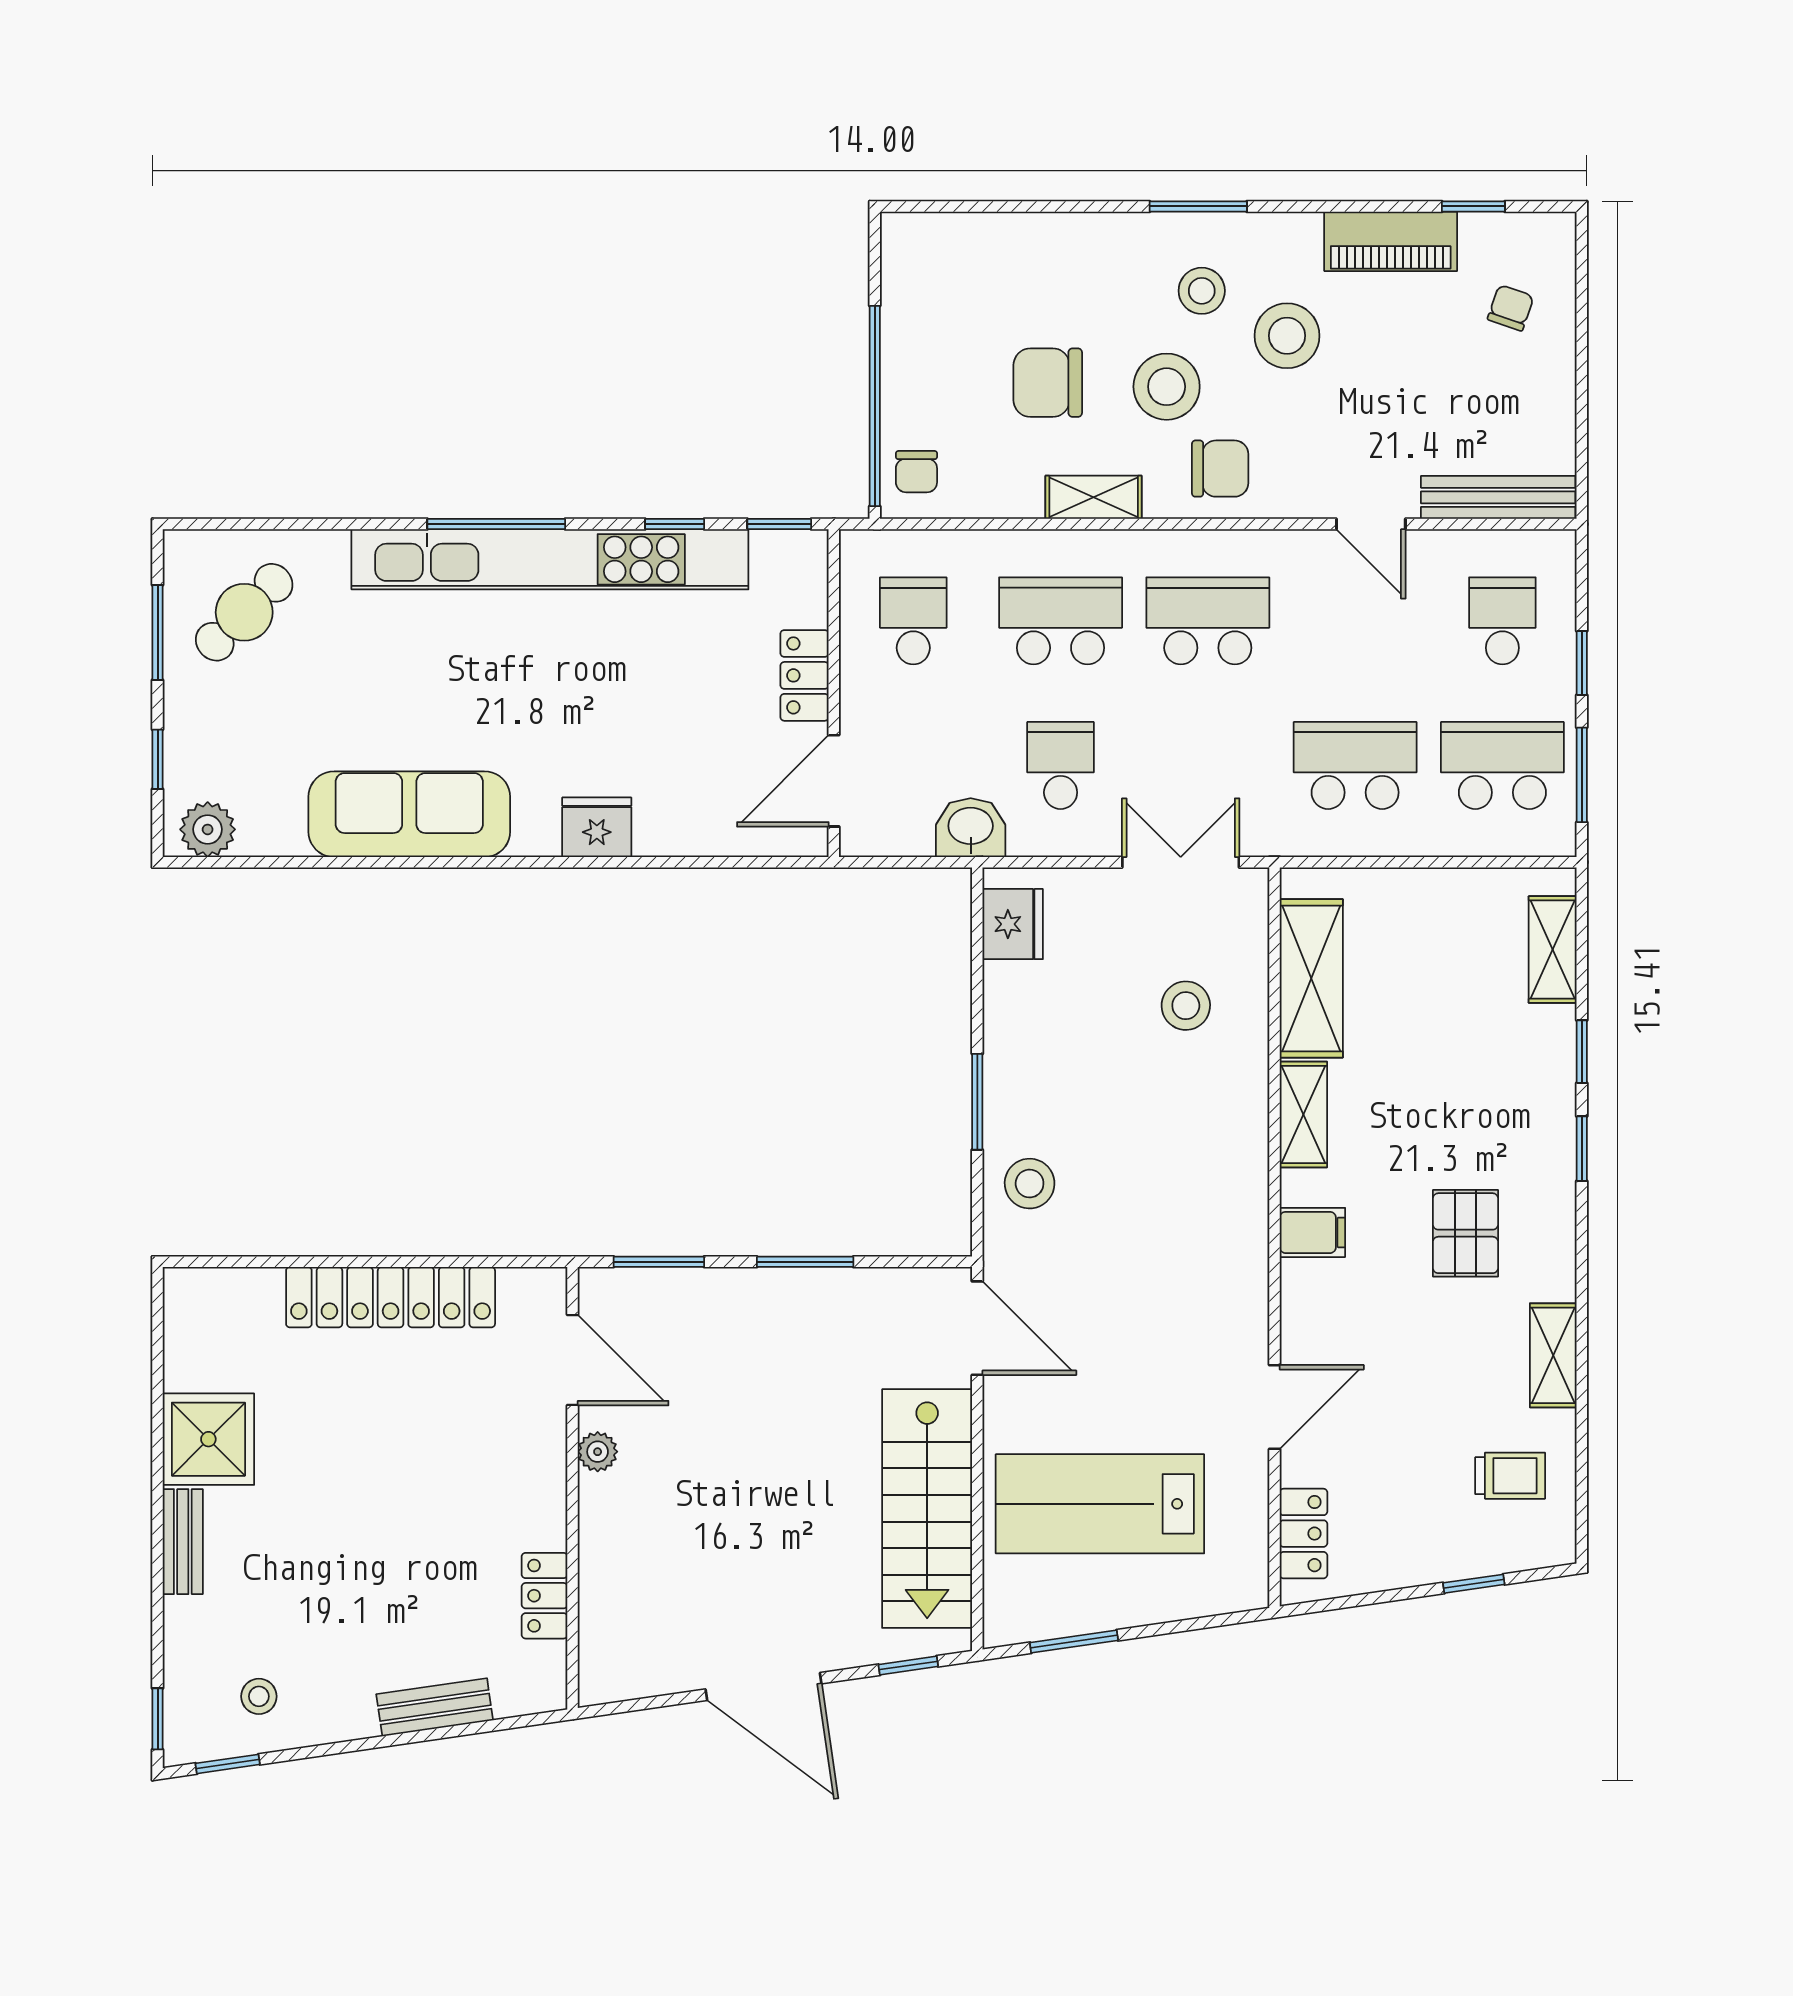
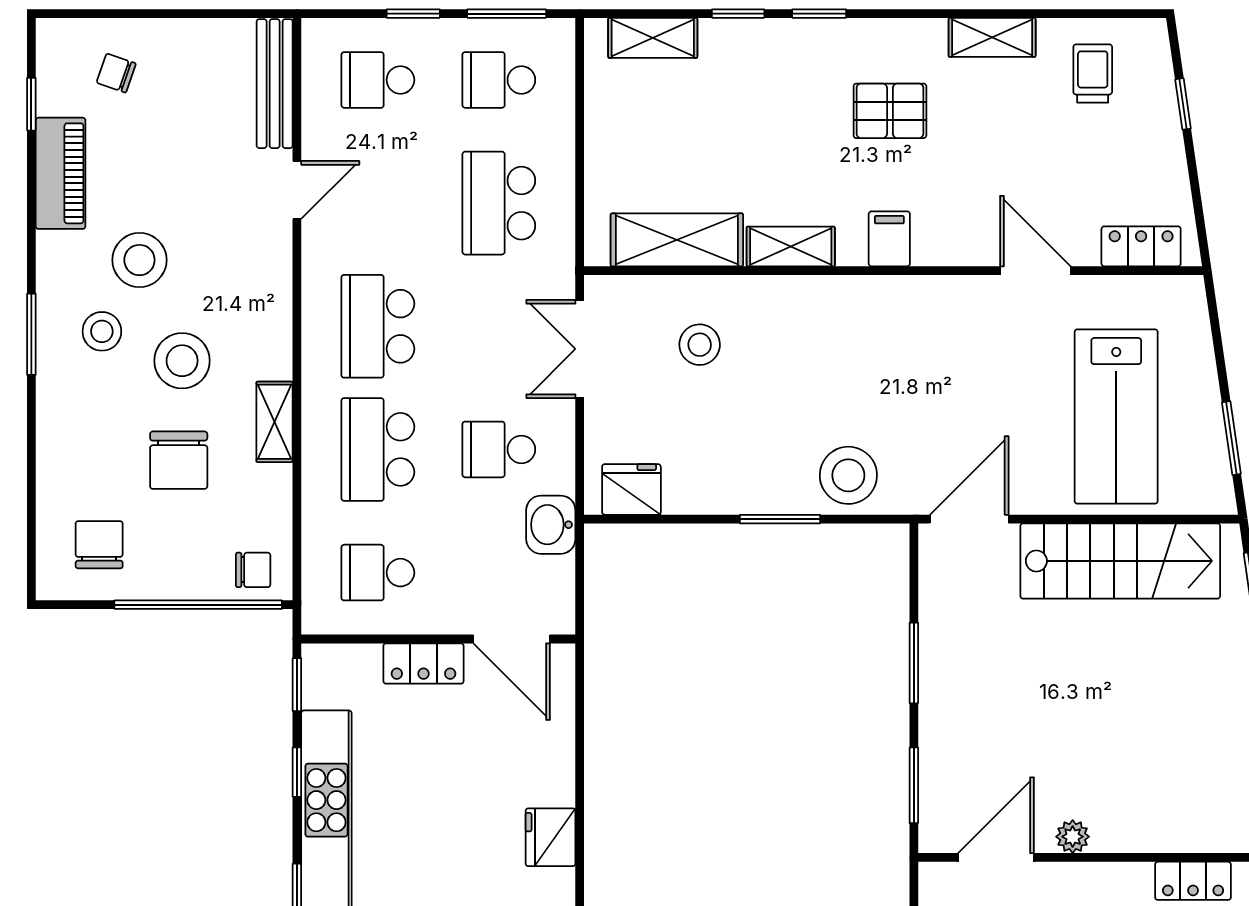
chair: (1220, 469) -> (99, 545), moved
school desk: (1502, 765) -> (499, 80), width x0.54
stool: (1030, 1184) -> (848, 475), width x1.38, depth x1.38

